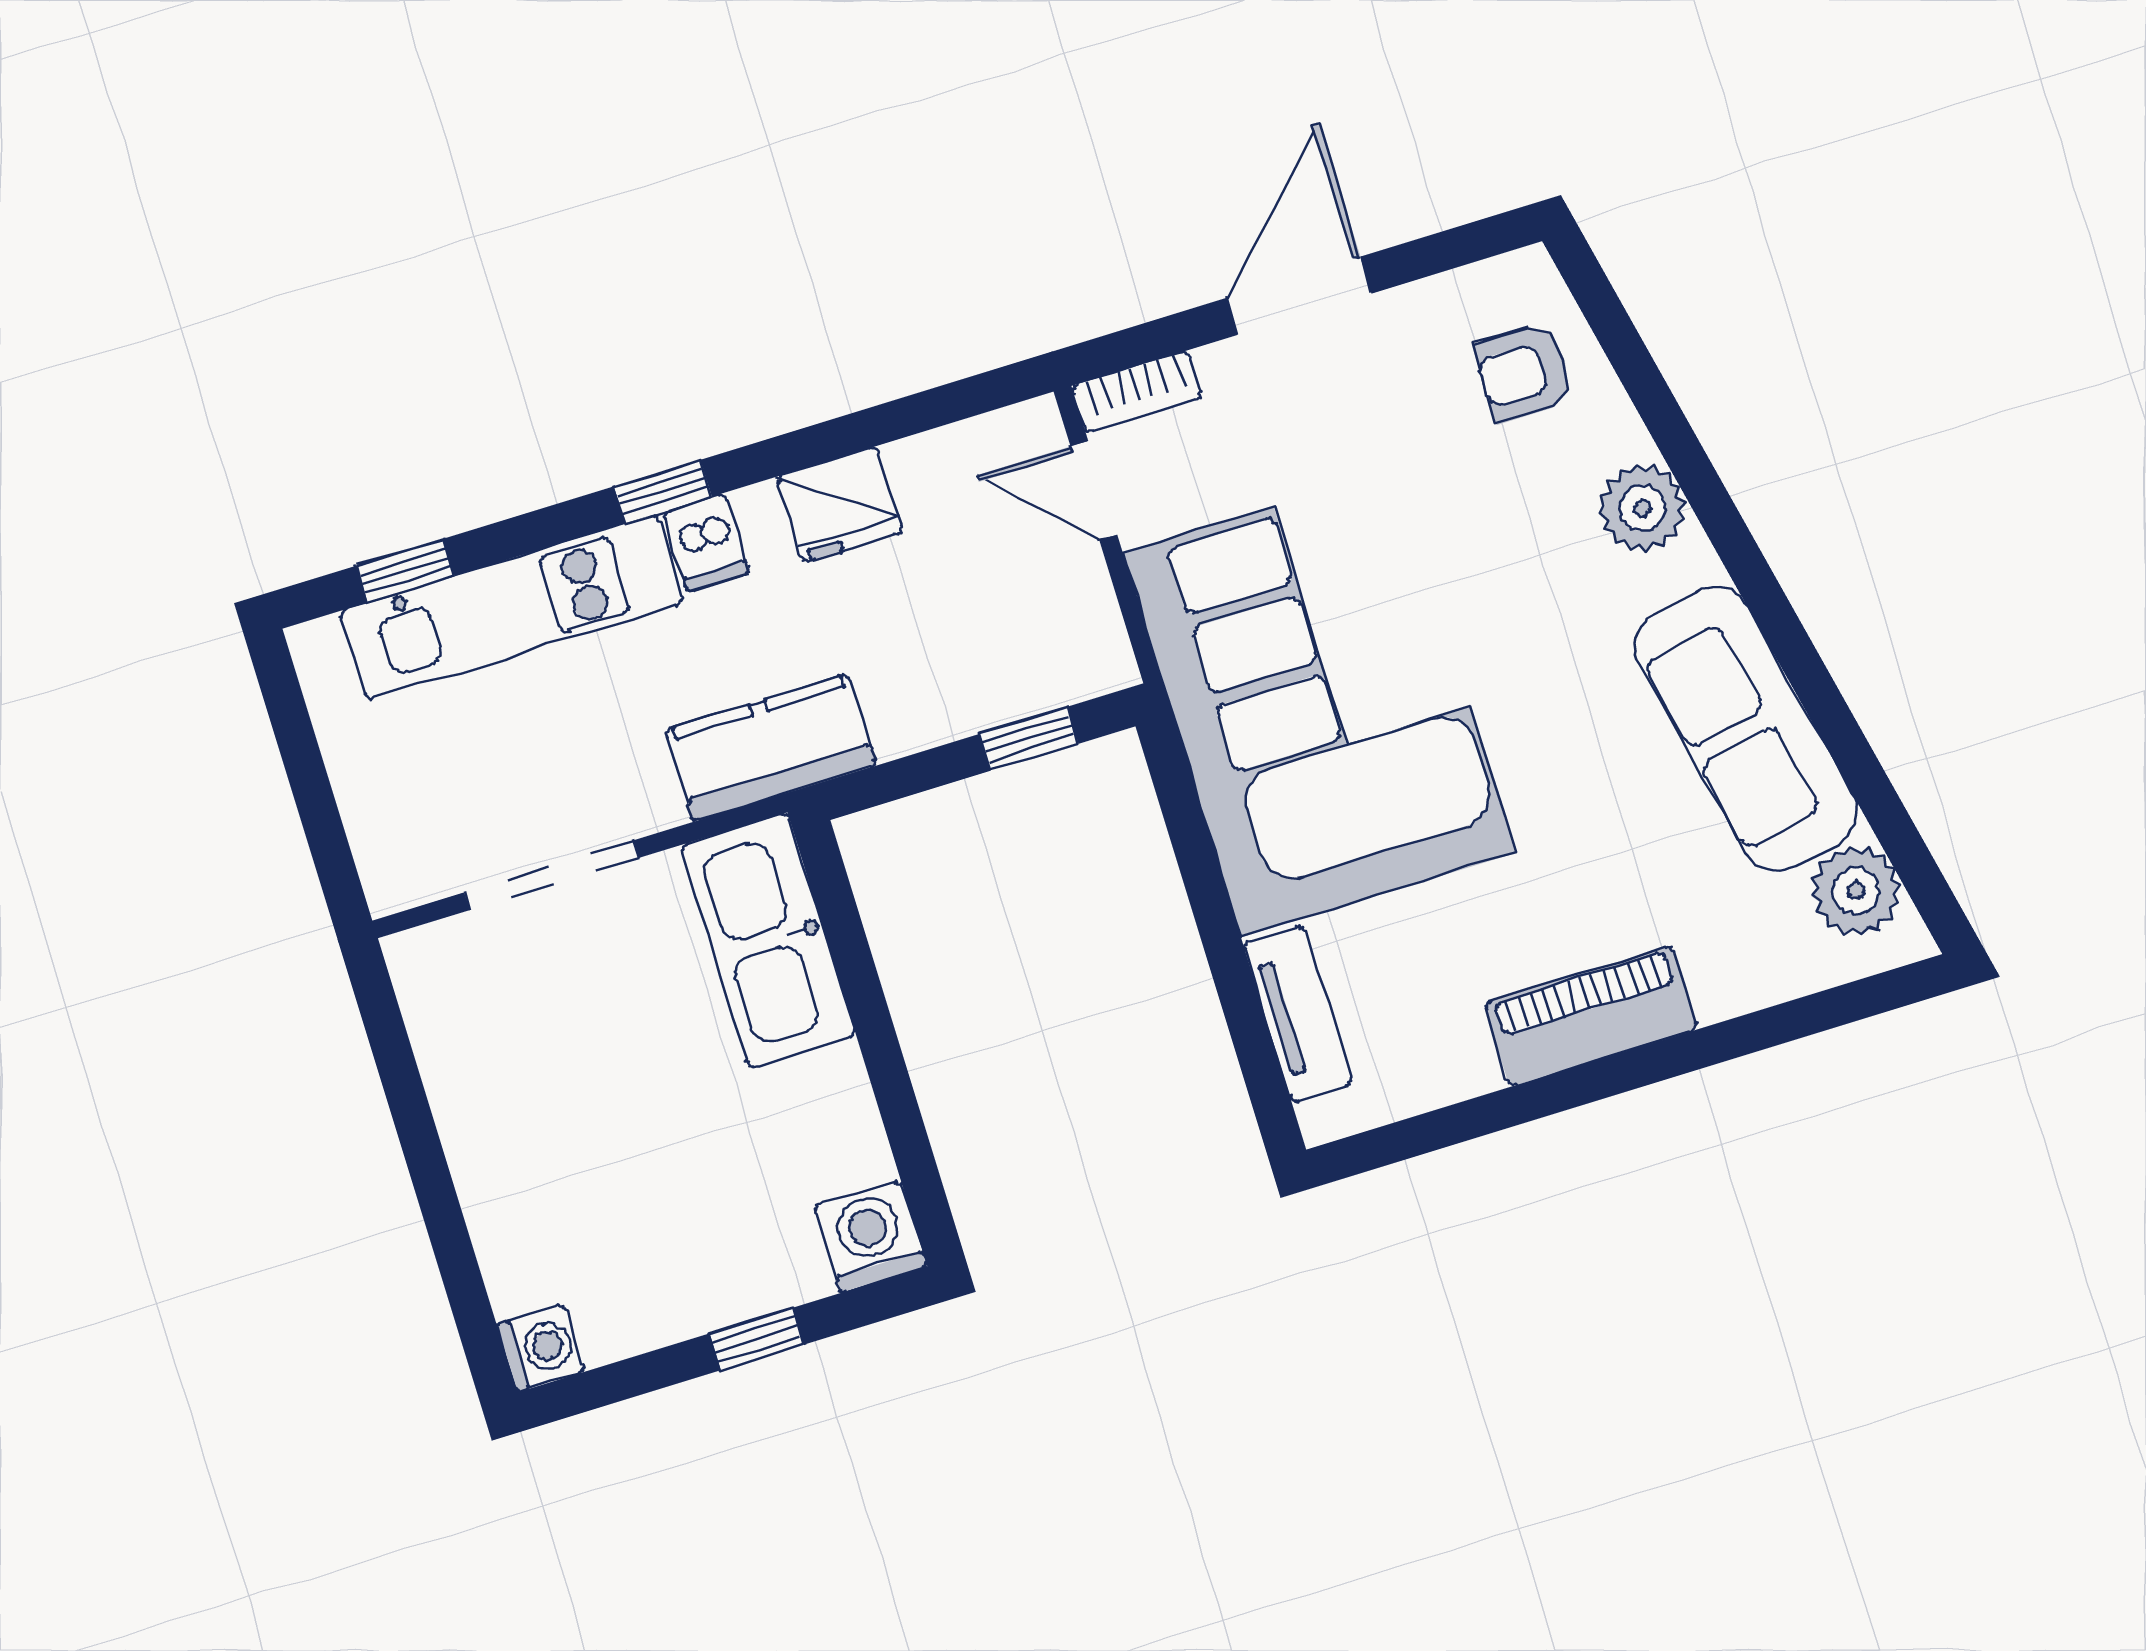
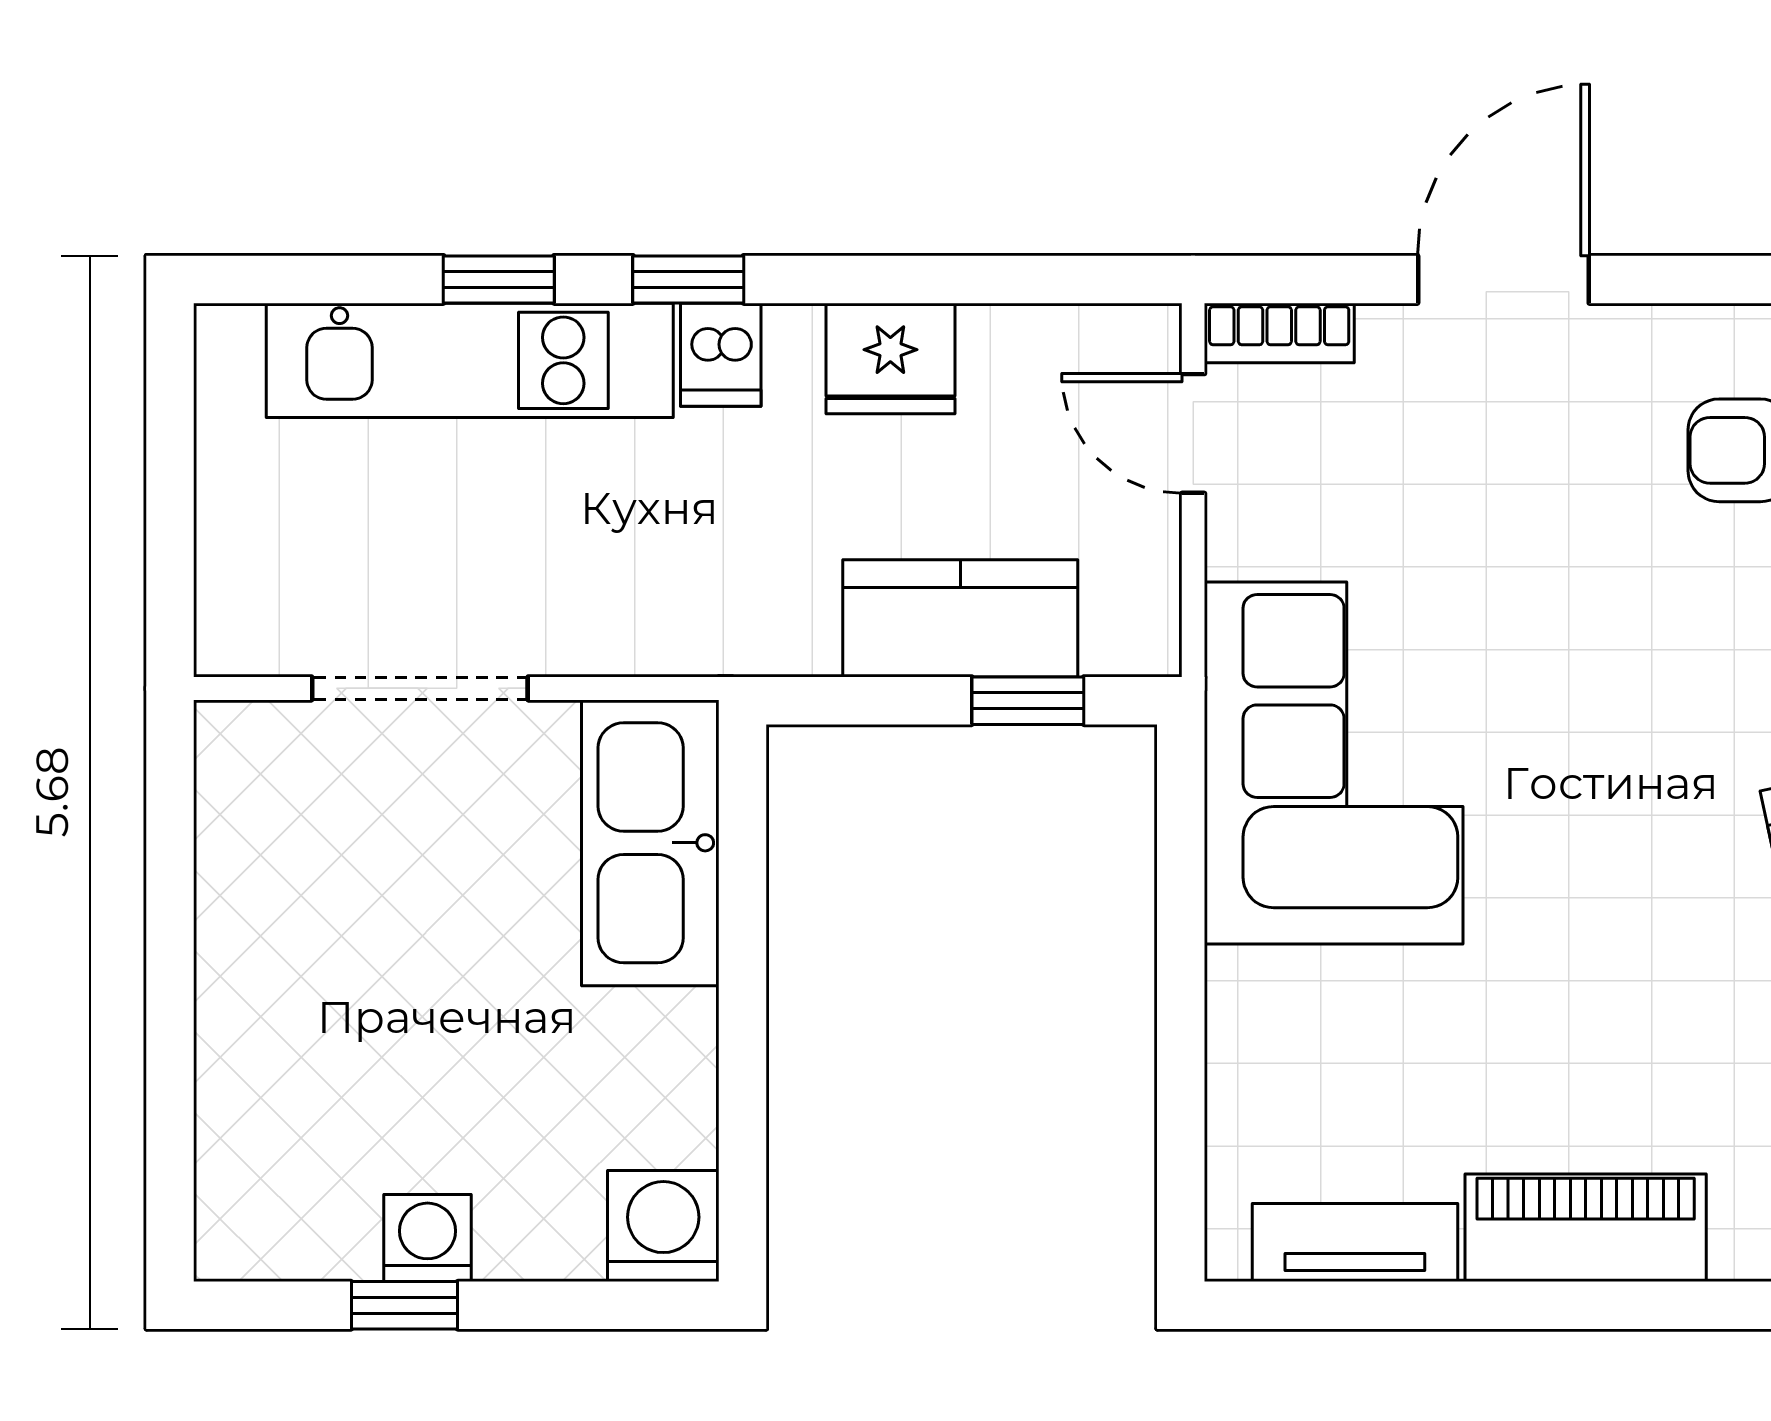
window: (405, 571) -> (499, 279), moved
corner sofa: (1319, 703) -> (1334, 763), width x0.73, depth x0.74
kitchen counter: (771, 748) -> (960, 618), moved
tv unit: (1298, 1014) -> (1355, 1242), moved, turned -90
window: (757, 1339) -> (404, 1305), moved
washing machine: (541, 1348) -> (428, 1238), moved, turned -90

